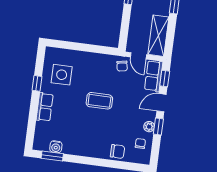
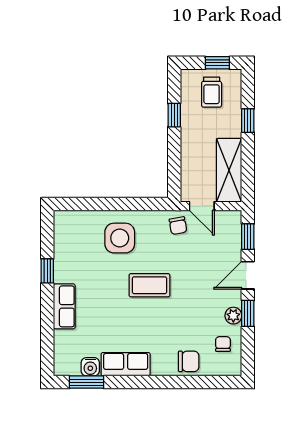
side table: (62, 75) -> (120, 238), moved
row of seats: (154, 76) -> (126, 364), moved, turned 90

